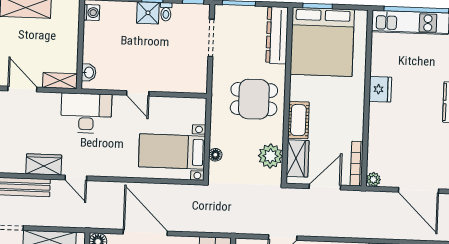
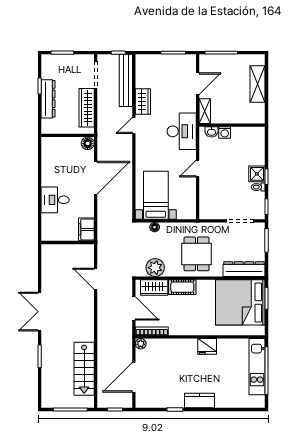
washing machine: (92, 13) -> (225, 133), moved

